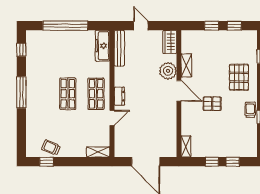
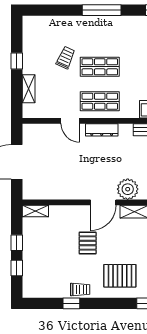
dresser: (119, 96) -> (102, 130), width x1.44
trolley: (51, 147) -> (66, 58), moved
shelving: (98, 152) -> (29, 89), moved
window: (47, 162) -> (17, 61), moved

